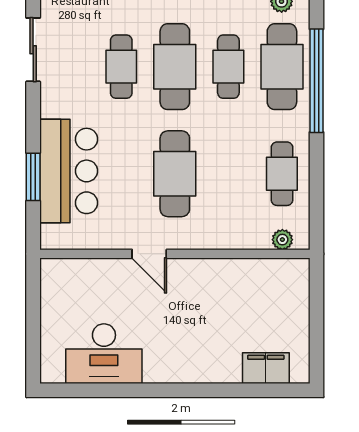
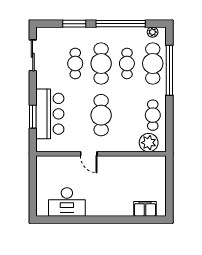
plant: (282, 240) -> (149, 143), width x1.87, depth x1.87

